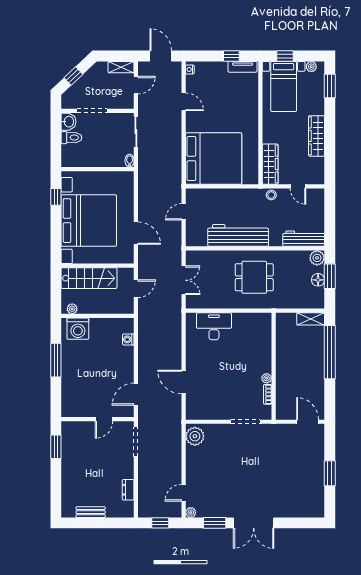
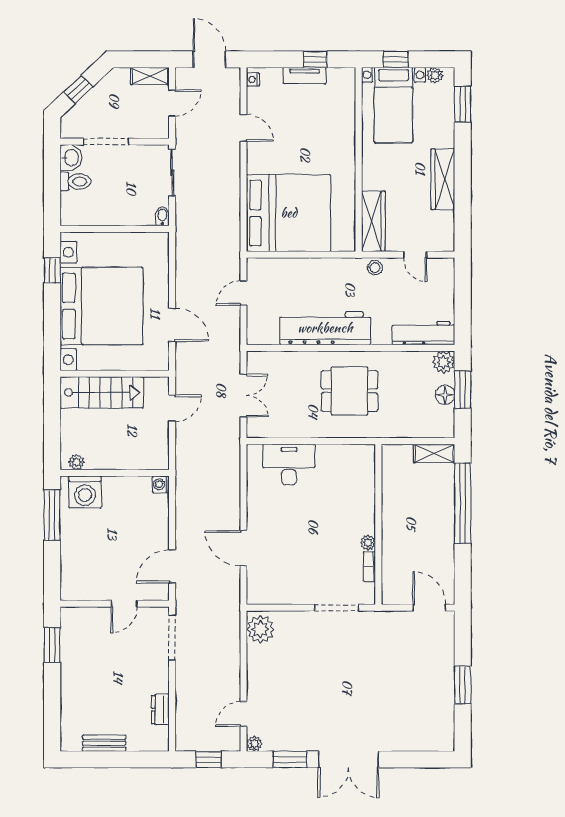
tv unit: (243, 67) -> (305, 76), moved
plant: (72, 309) -> (76, 462), moved
wall: (98, 316) -> (115, 473), moved
washing machine: (78, 329) -> (85, 492), moved

